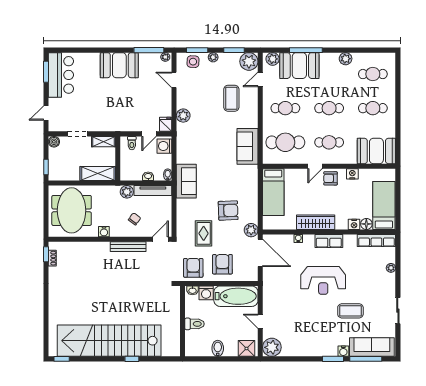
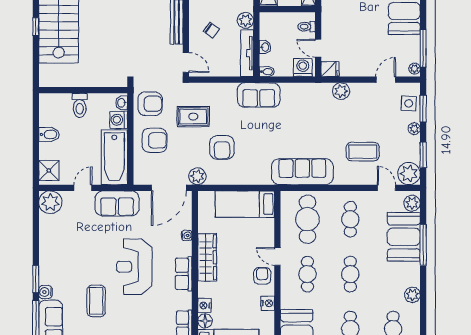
sofa: (247, 146) -> (302, 172), width x1.36
sofa: (273, 294) -> (117, 203), added

